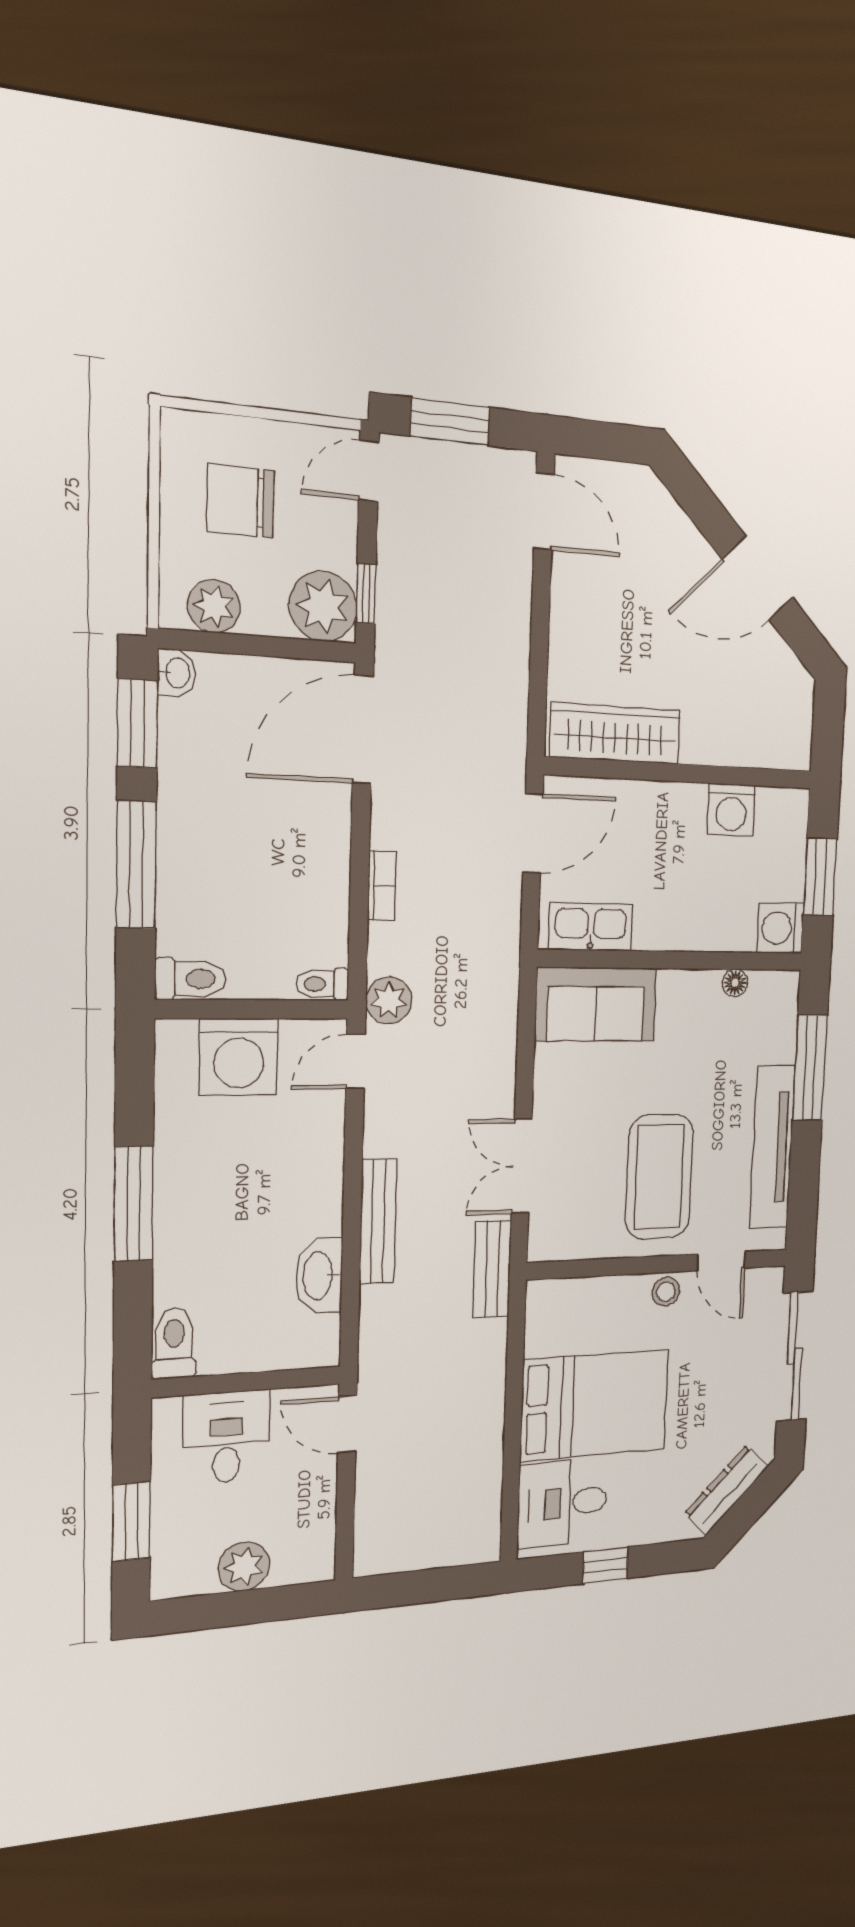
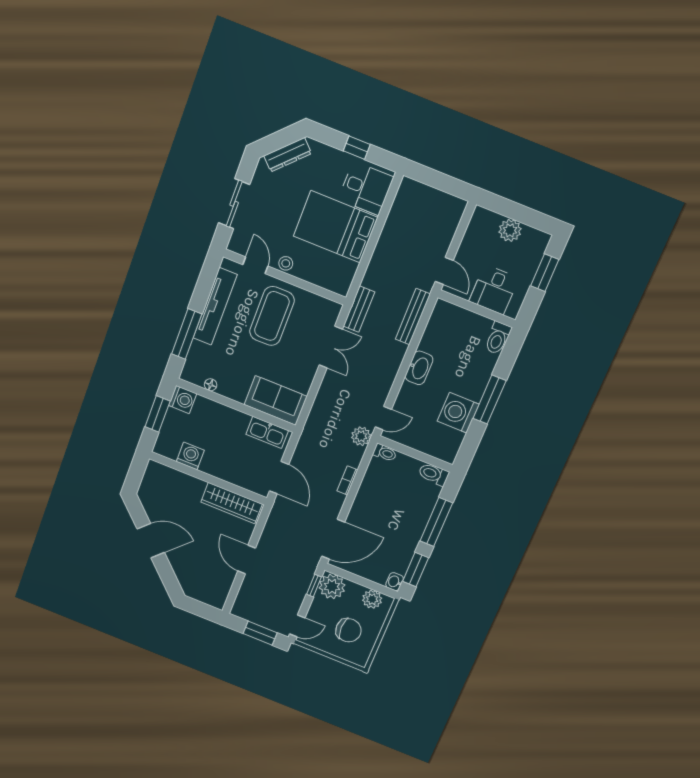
door: (544, 511) -> (247, 560), moved
door: (533, 833) -> (279, 478), swing flipped
washing machine: (239, 1057) -> (458, 413), moved, turned -90
bench: (378, 1221) -> (413, 317), moved
washbasin: (319, 1276) -> (419, 368), moved
sliding door: (795, 1356) -> (234, 204), width x0.73

